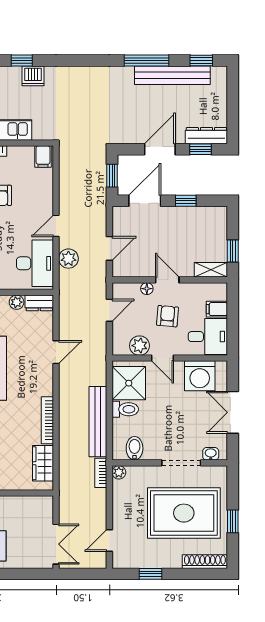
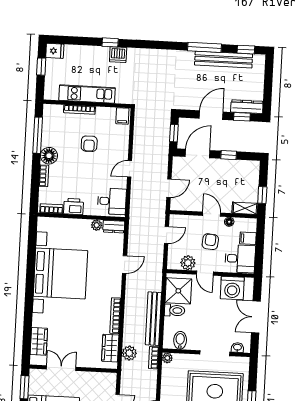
plant: (68, 259) -> (129, 353), moved
desk: (35, 263) -> (112, 201), width x0.73
floor lamp: (147, 289) -> (229, 222), moved

